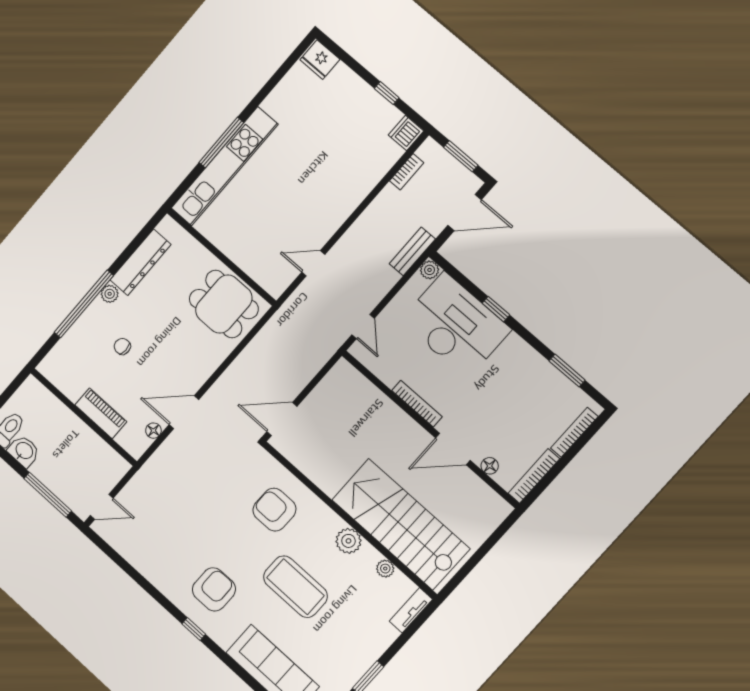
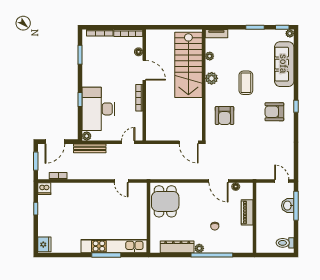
door: (465, 213) -> (55, 142), swing flipped
bench: (412, 251) -> (90, 148), width x1.36
washbasin: (24, 451) -> (288, 206), moved
coffee table: (295, 587) -> (246, 83), width x0.73, depth x0.76

